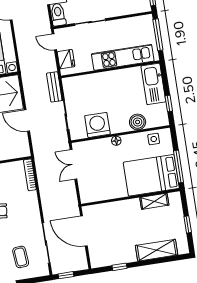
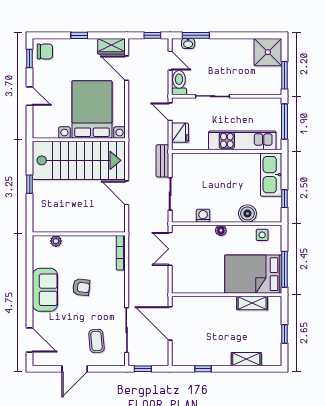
washing machine: (97, 125) -> (203, 216), width x0.53, depth x0.53
shelving: (157, 250) -> (246, 359), width x0.67, depth x0.75

